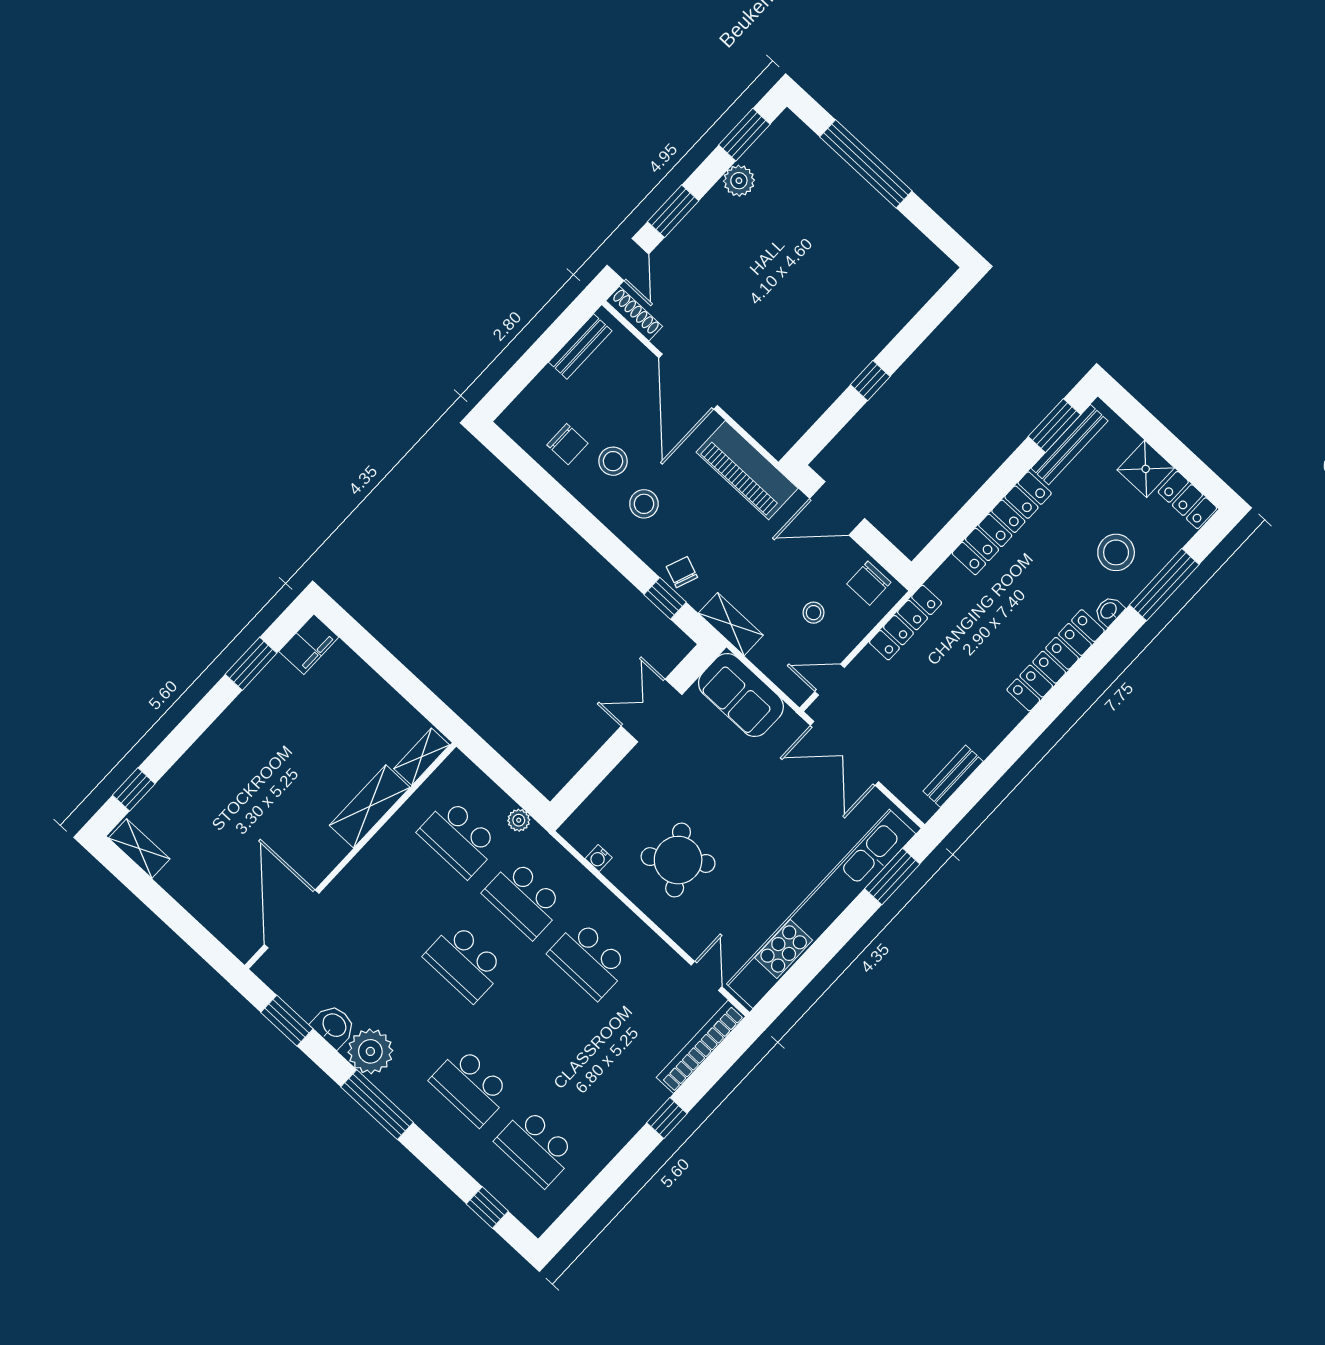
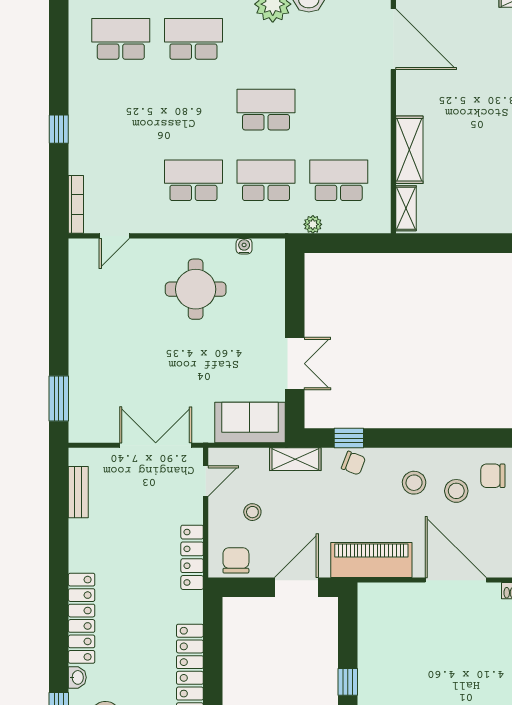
round table: (678, 860) -> (196, 289), turned 36
kitchen unit: (821, 909) -> (83, 340), removed
door: (706, 976) -> (114, 236), hinge flipped
bookcase: (701, 1047) -> (76, 204), width x0.68, depth x0.76

